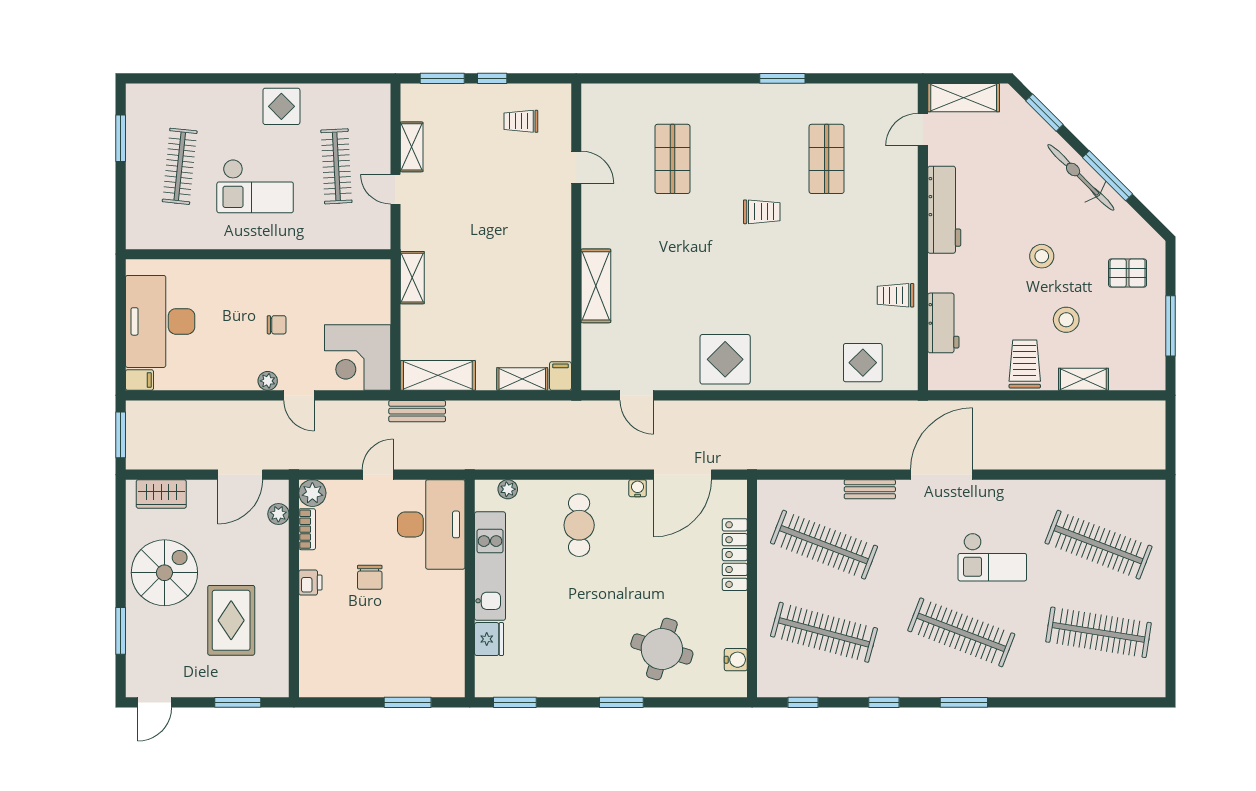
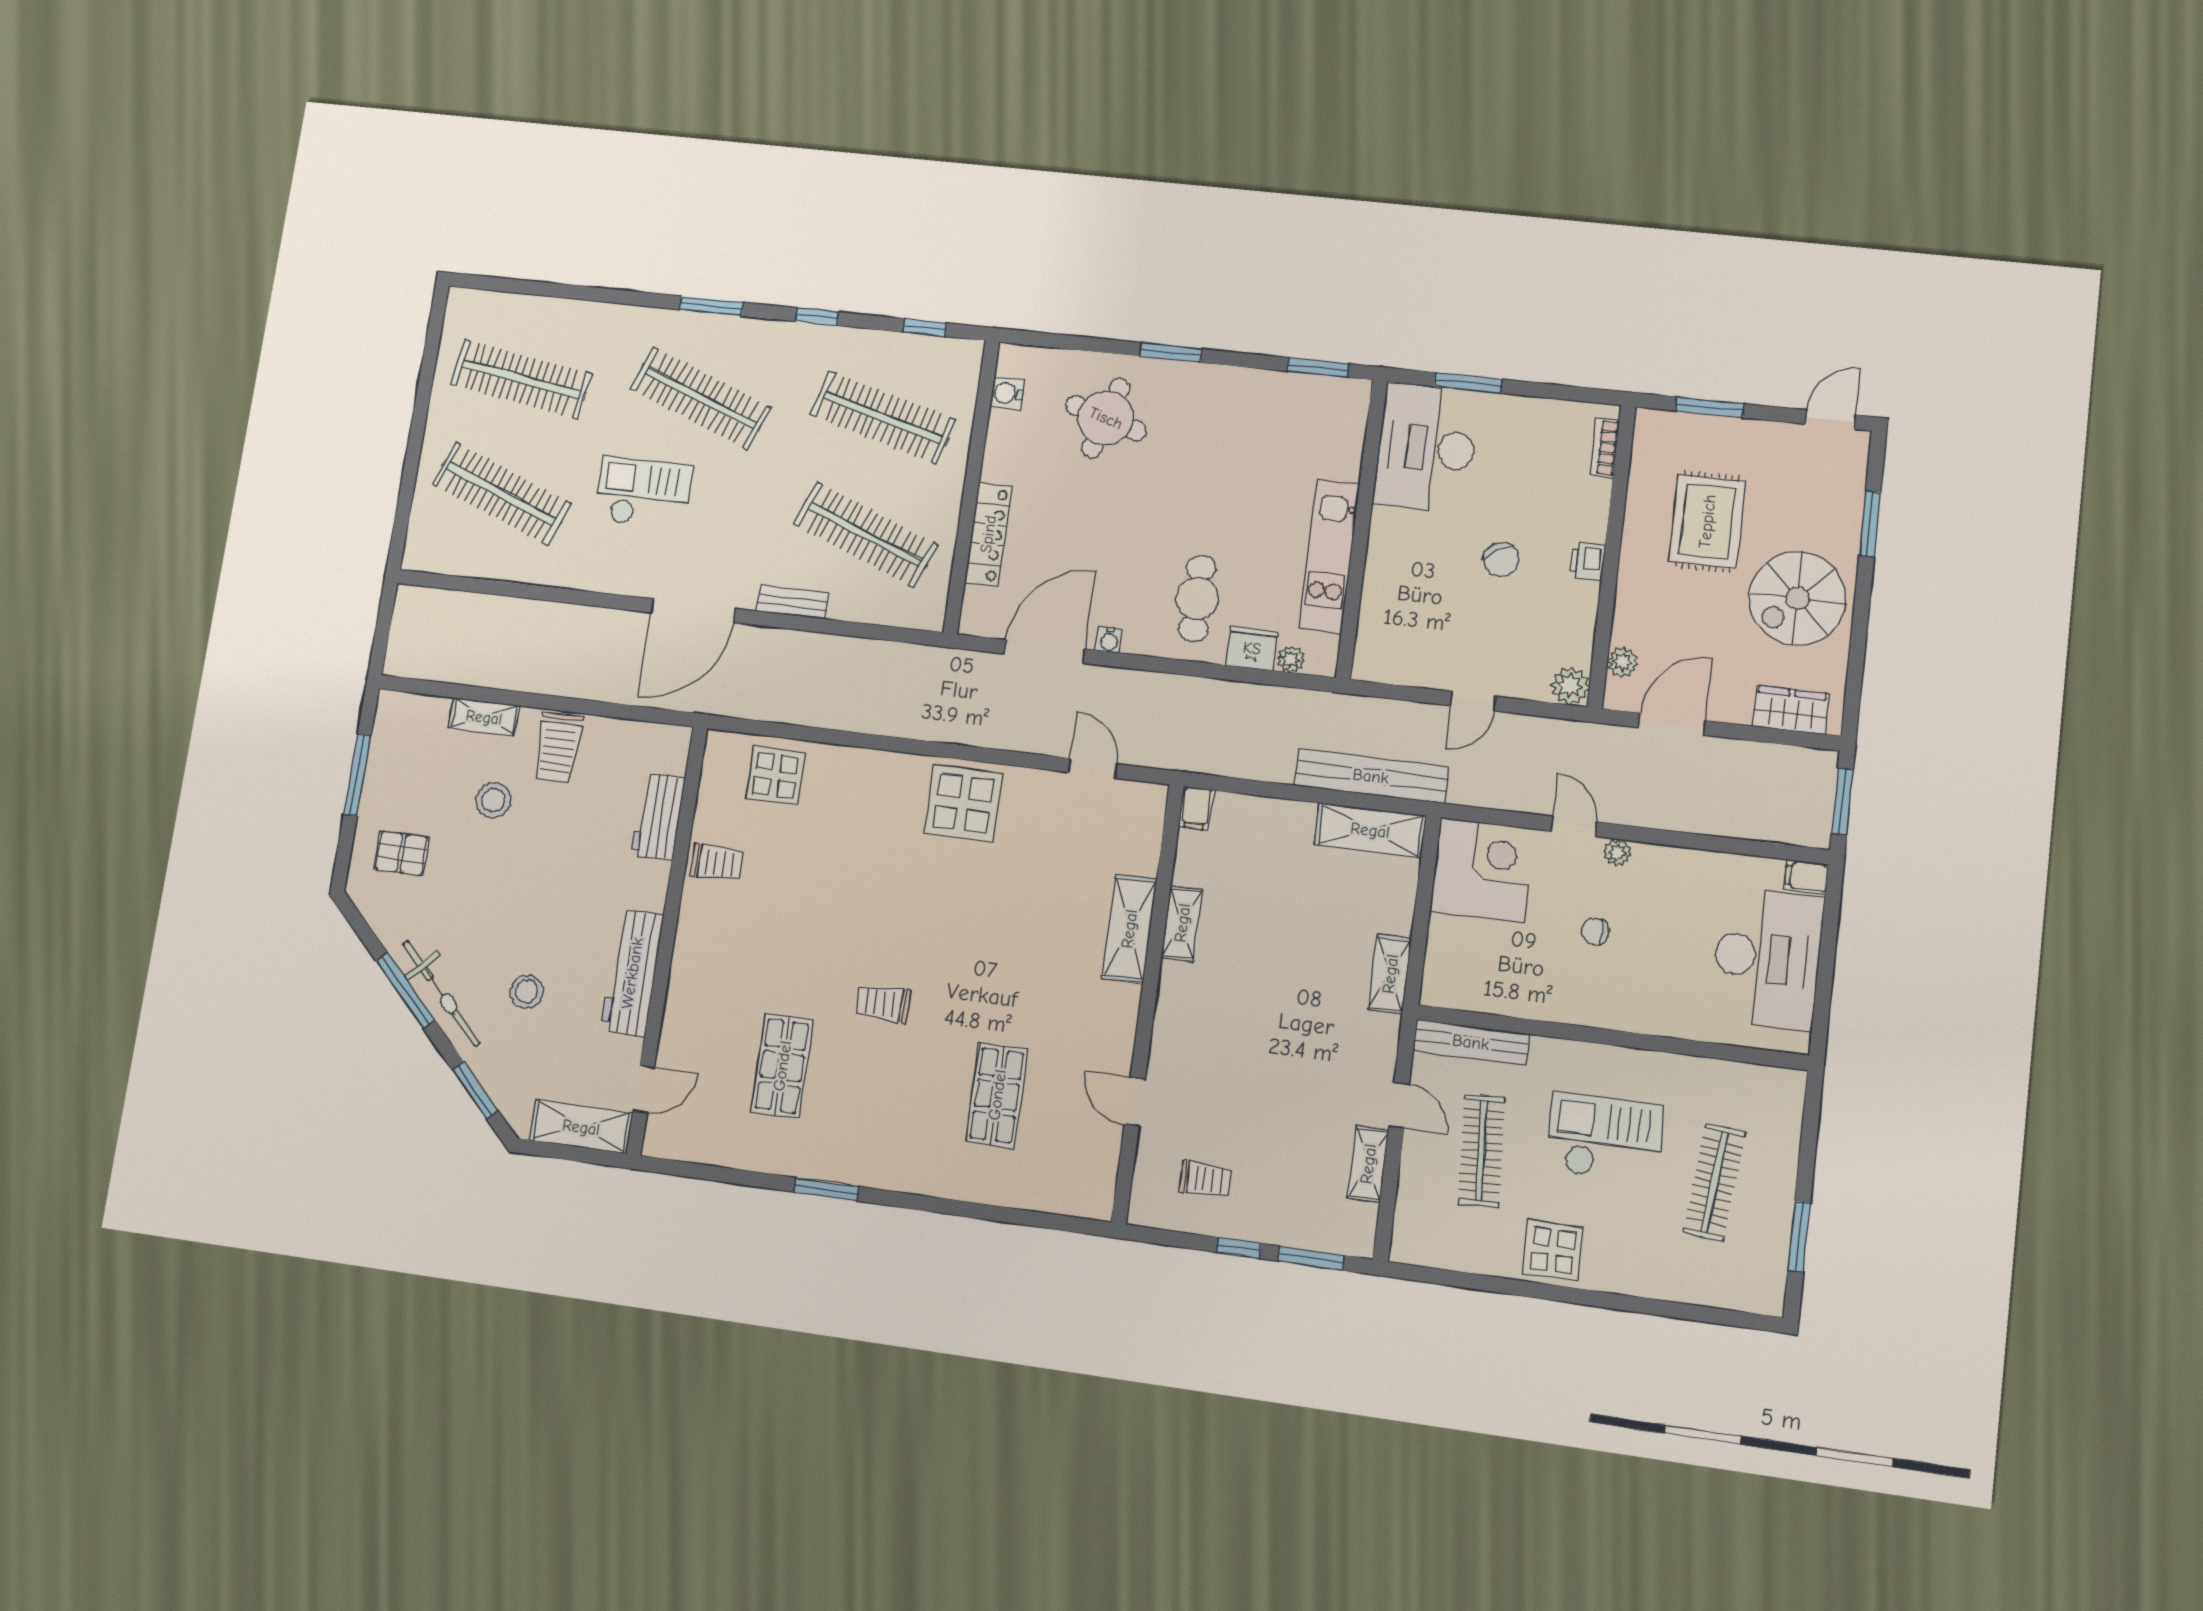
bench: (352, 238) -> (1471, 1042), added
stool: (1042, 256) -> (527, 991), moved
shelving: (522, 379) -> (1182, 923), moved, turned 90
bench: (417, 411) -> (1371, 776), width x1.86, depth x1.21
desk: (431, 524) -> (1426, 448), moved
bookcase: (307, 529) -> (1605, 448), moved
chair: (370, 577) -> (1501, 560), turned 150
fridge: (489, 639) -> (1252, 648), moved, turned 90

